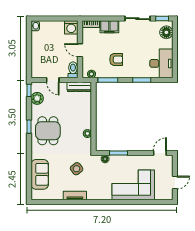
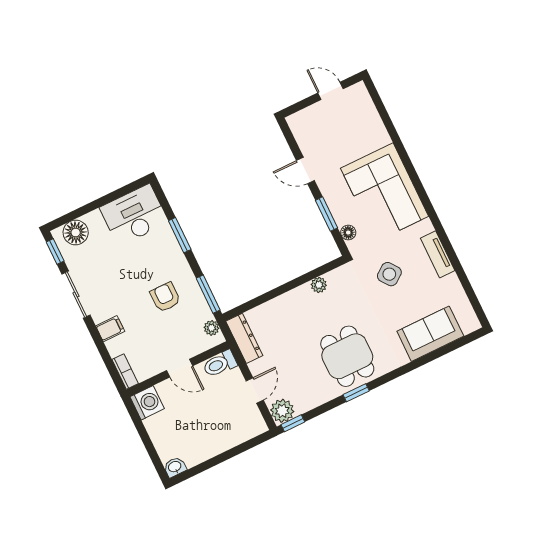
filing cabinet: (109, 27) -> (110, 329), width x0.50
door: (80, 50) -> (180, 368), hinge flipped
plant: (37, 98) -> (282, 411), moved
dining table: (48, 131) -> (347, 356), turned 90
door: (160, 153) -> (305, 170), moved
corner sofa: (133, 185) -> (385, 192), moved

